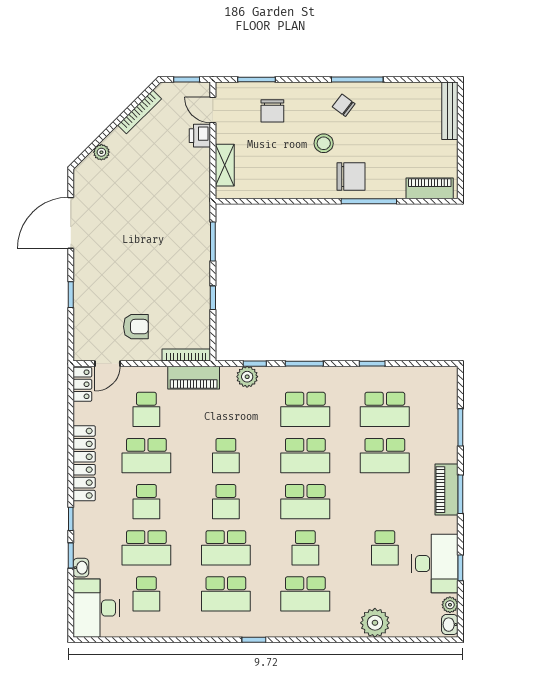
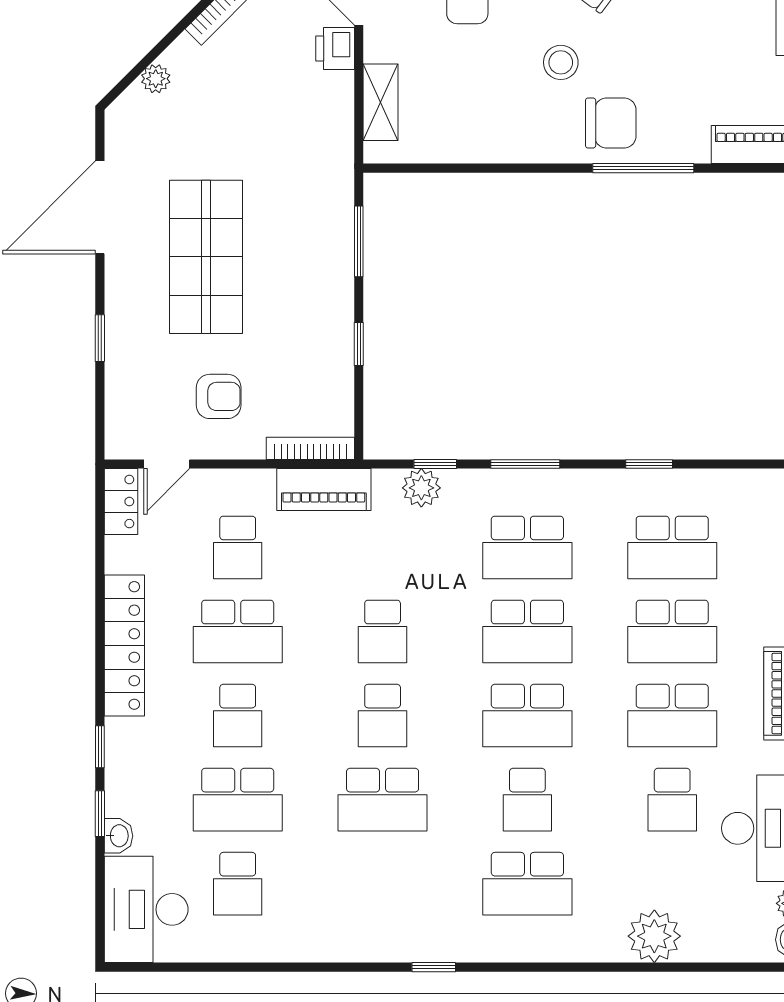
shop shelf: (129, 250) -> (206, 257), added
school desk: (226, 594) -> (672, 716), moved

